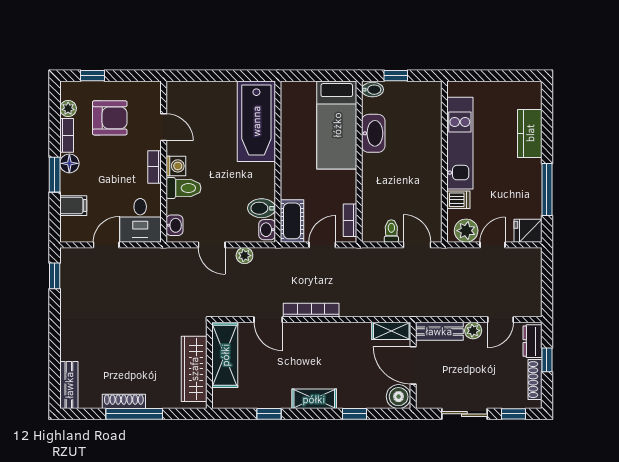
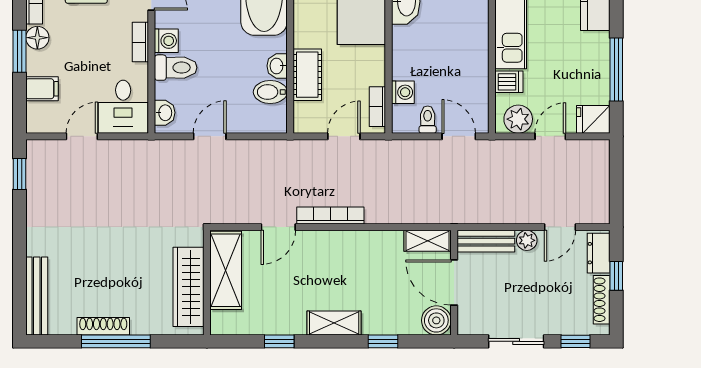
washing machine: (371, 208) -> (403, 92), added
cot: (292, 221) -> (307, 75), moved
washbasin: (267, 230) -> (277, 66), moved
door: (212, 245) -> (210, 136), swing flipped
plant: (244, 256) -> (250, 149), removed
door: (268, 320) -> (278, 227), hinge flipped
bench: (69, 385) -> (37, 296), width x1.36

